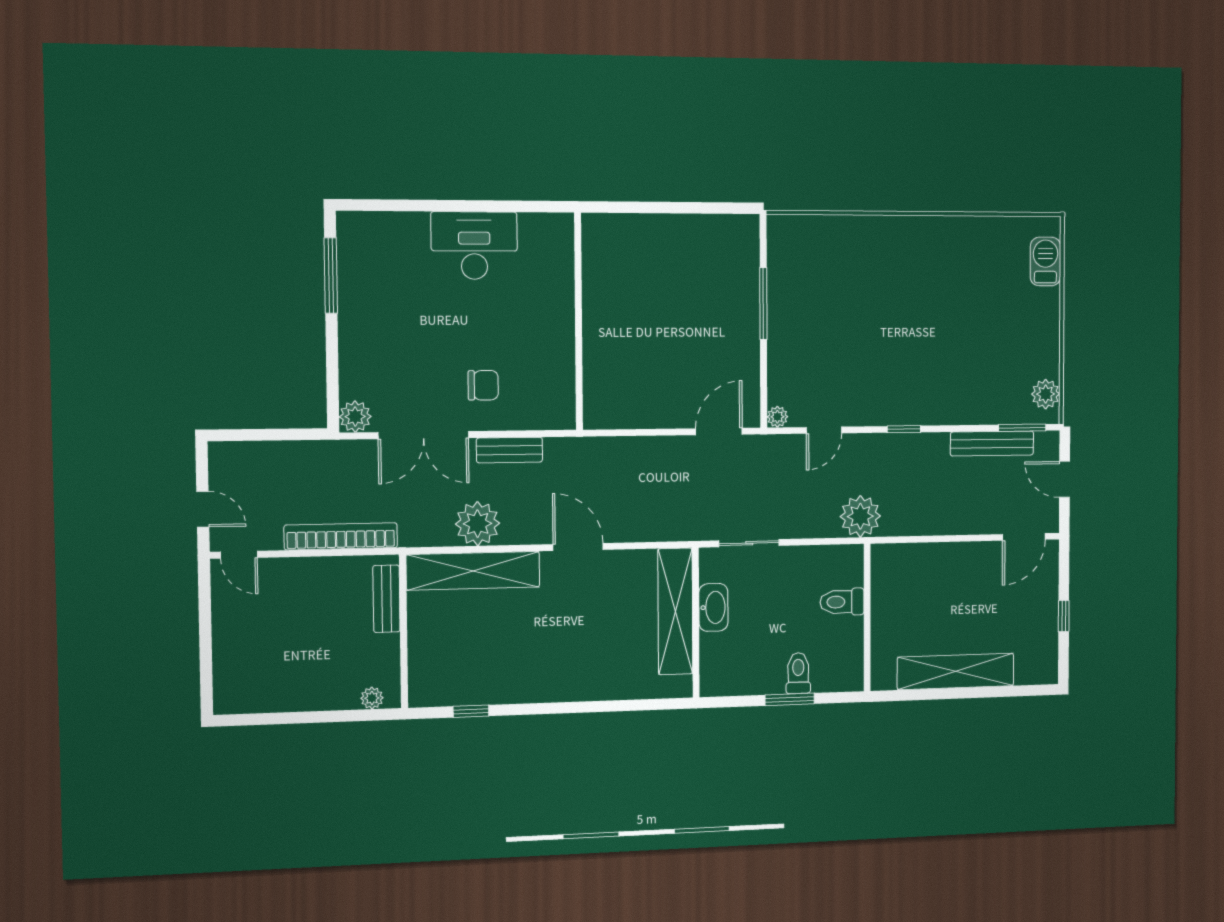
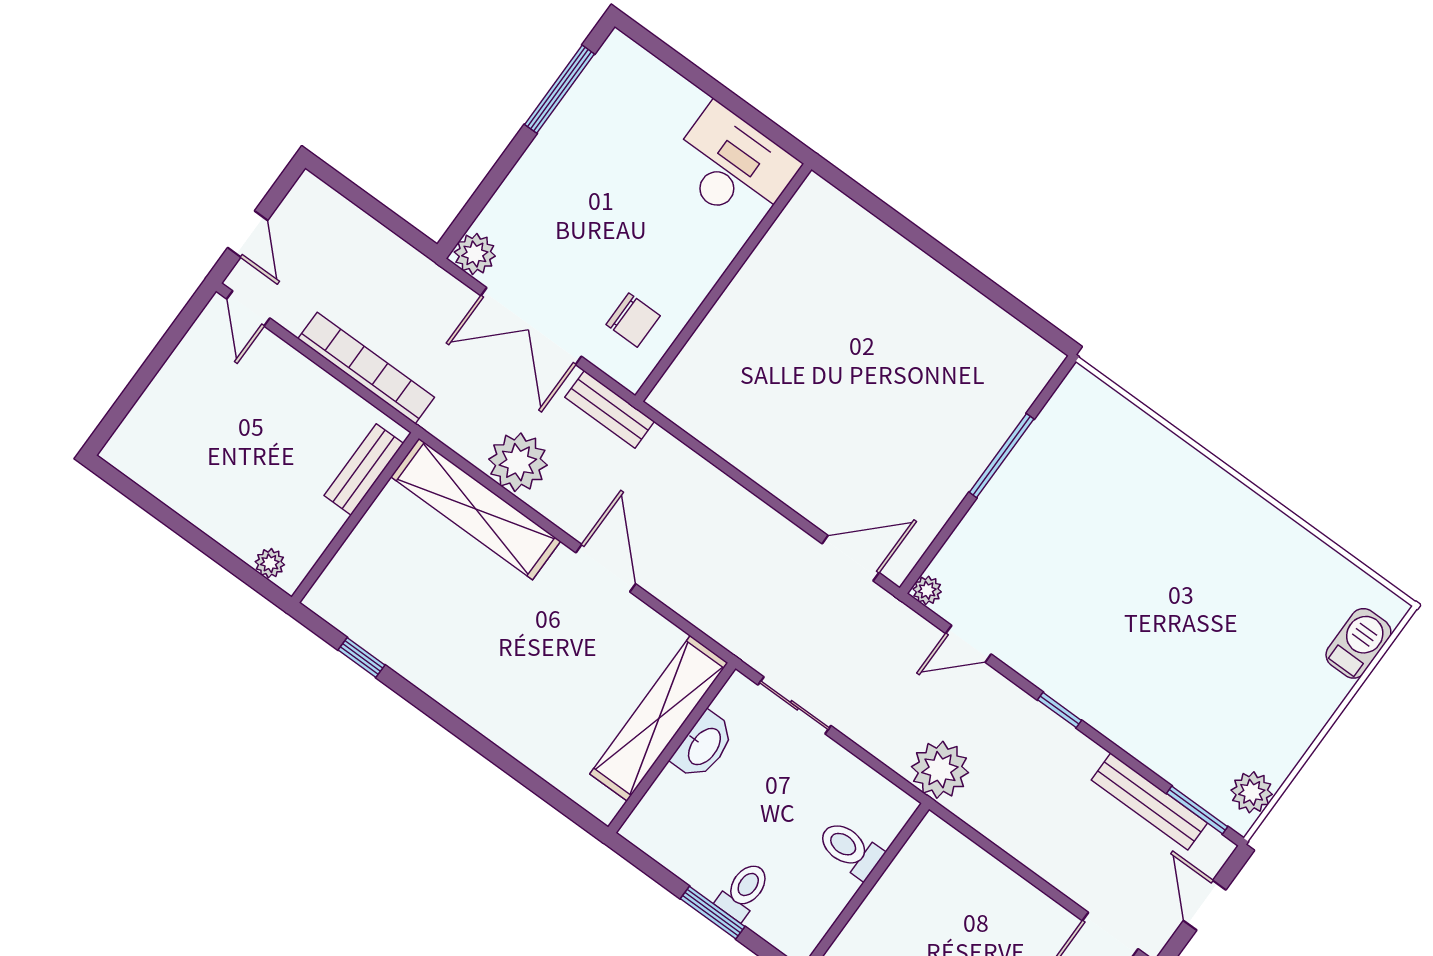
wall: (579, 322) -> (723, 283), moved

